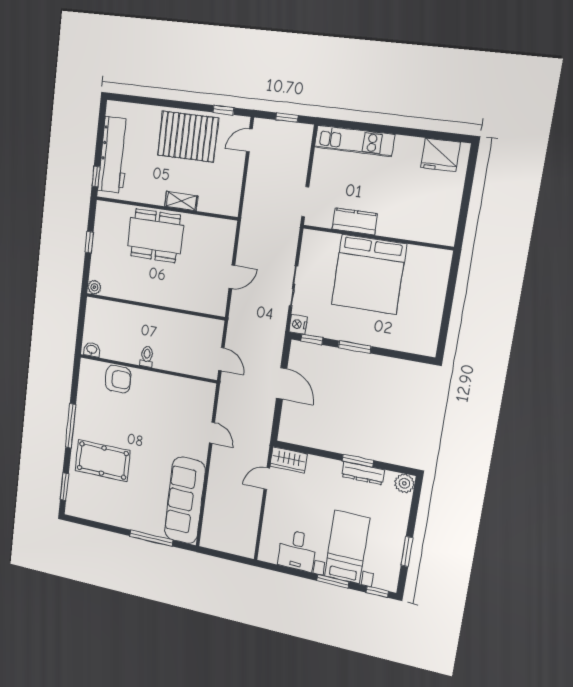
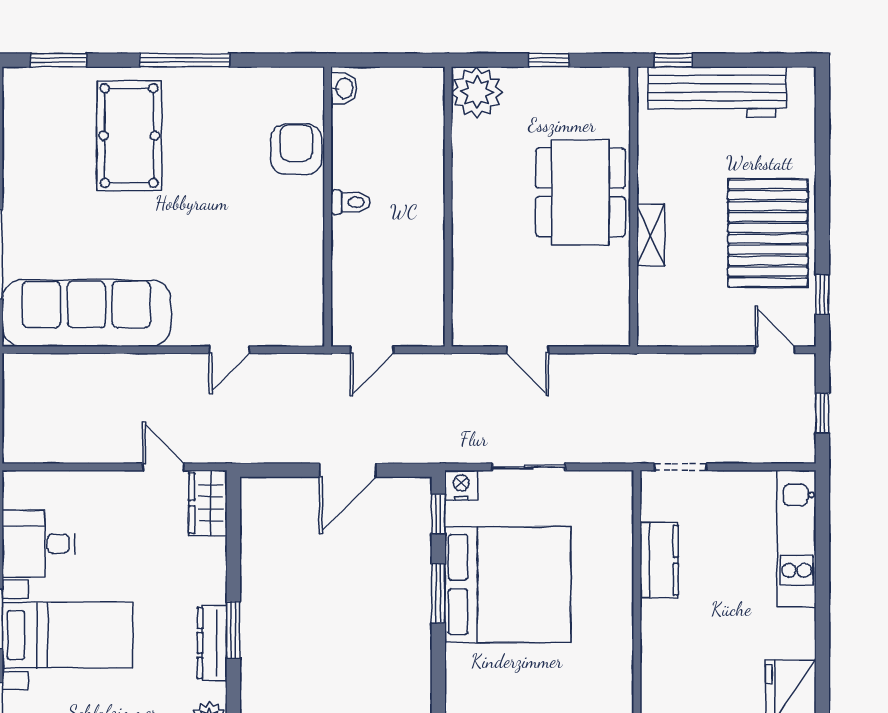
bed: (369, 274) -> (508, 585), moved, turned 180
plant: (94, 287) -> (477, 92), width x1.87, depth x1.87
armchair: (118, 379) -> (296, 149), turned 180

